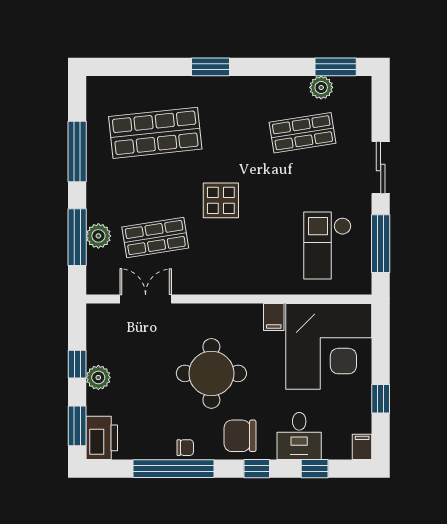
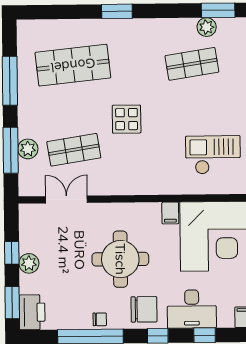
checkout: (327, 246) -> (213, 155), turned 90
chair: (240, 436) -> (144, 309), turned 180
desk: (299, 436) -> (192, 309), width x1.37

